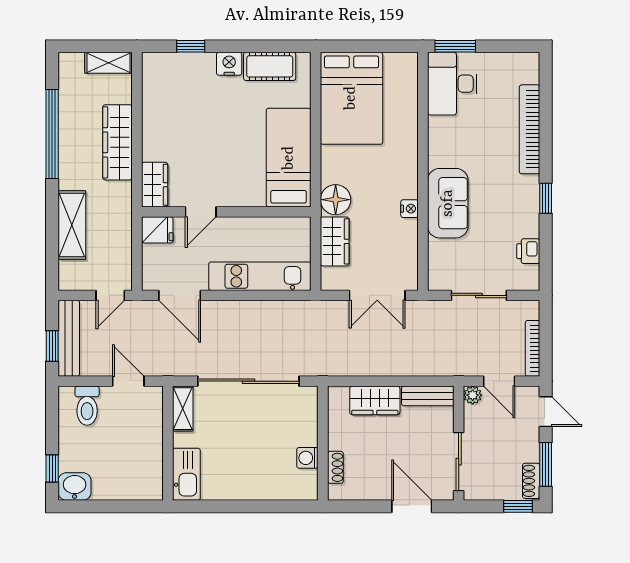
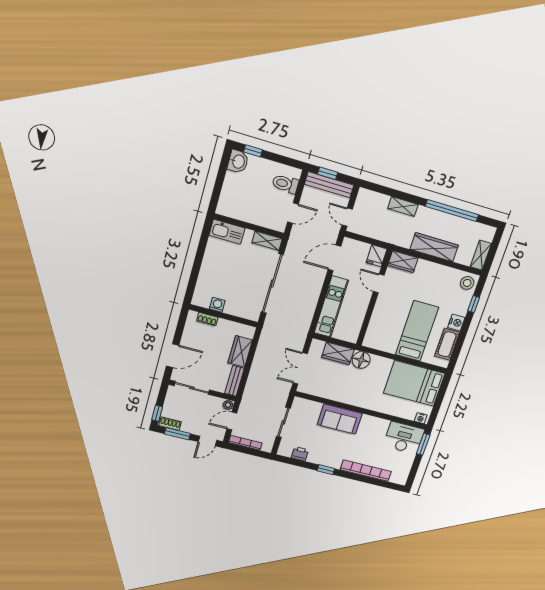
stool: (159, 69) -> (467, 283), added
bed: (289, 158) -> (417, 331), moved, turned -90
nightstand: (410, 209) -> (421, 418), moved
shelving: (72, 225) -> (403, 206), width x0.67, depth x0.75

